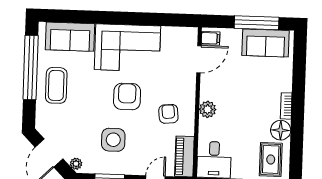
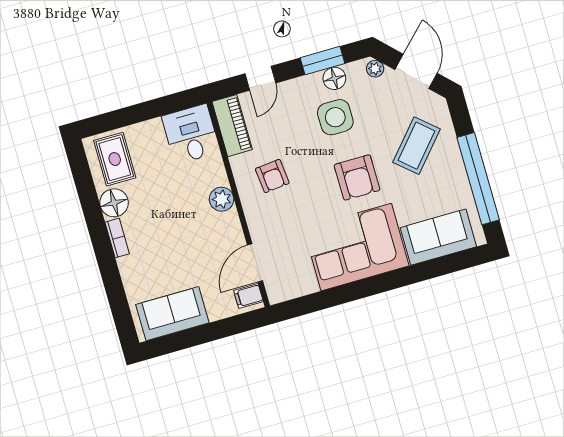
window: (257, 23) -> (193, 337), removed
coffee table: (56, 85) -> (416, 146), moved, turned 41
armchair: (127, 97) -> (357, 177), moved
floor lamp: (105, 166) -> (334, 78), added

